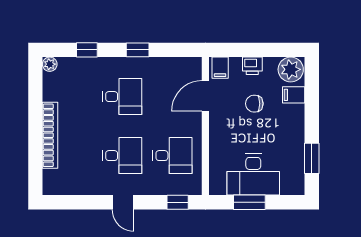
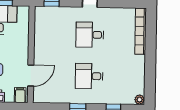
bookcase: (50, 135) -> (141, 31), moved
desk: (172, 156) -> (55, 34), removed

